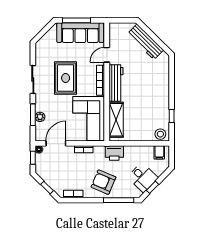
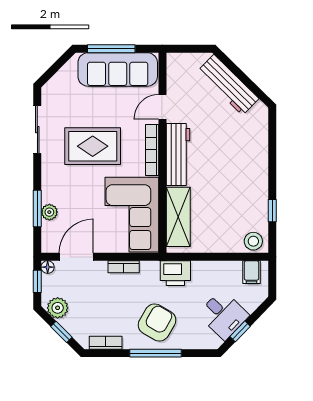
rug: (66, 78) -> (93, 146), turned 90
sliding door: (33, 80) -> (37, 130), moved
plant: (45, 173) -> (58, 308), added
armchair: (104, 182) -> (157, 323), turned 97
window: (119, 200) -> (156, 353), moved

